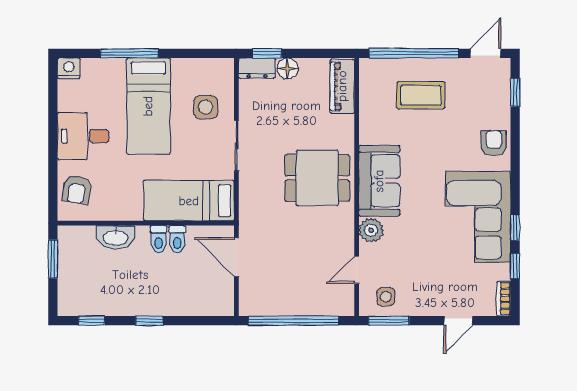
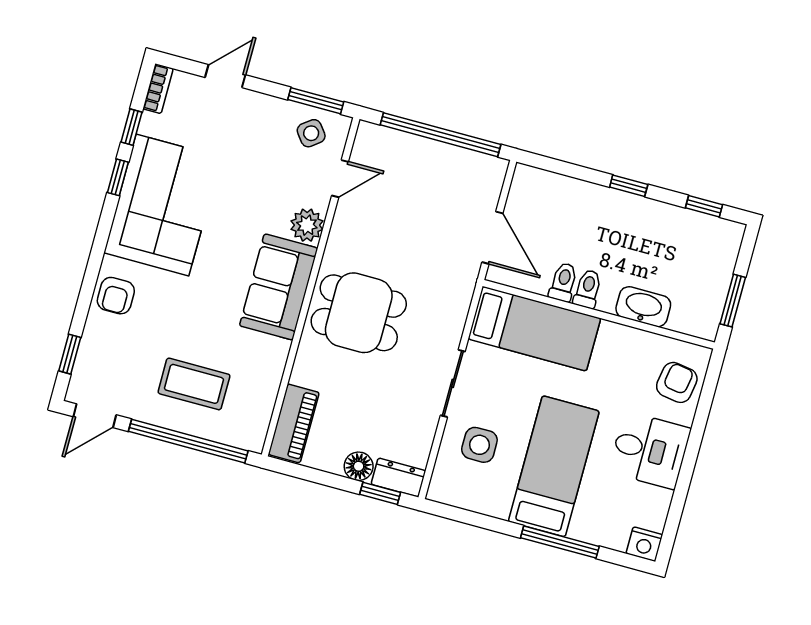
side table: (386, 297) -> (311, 133), turned -37

